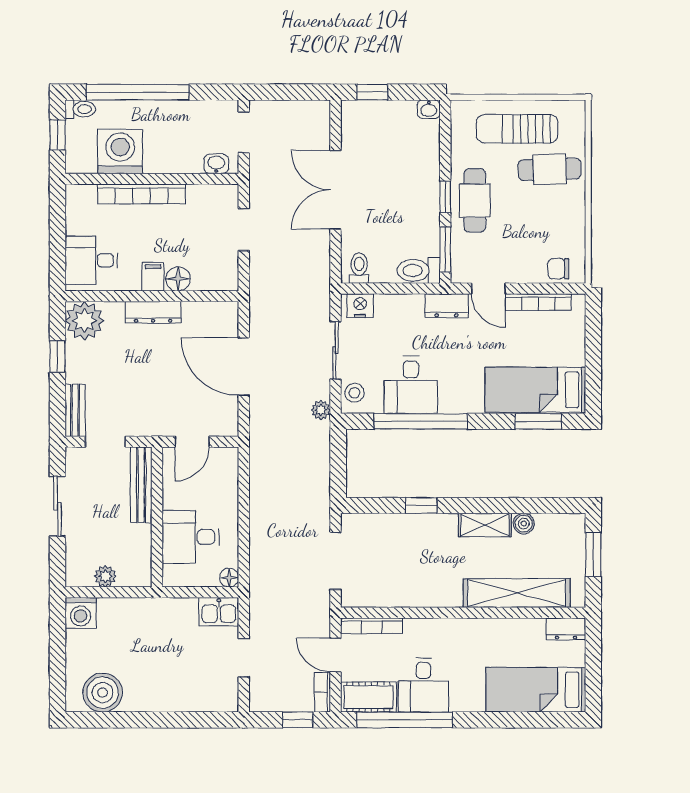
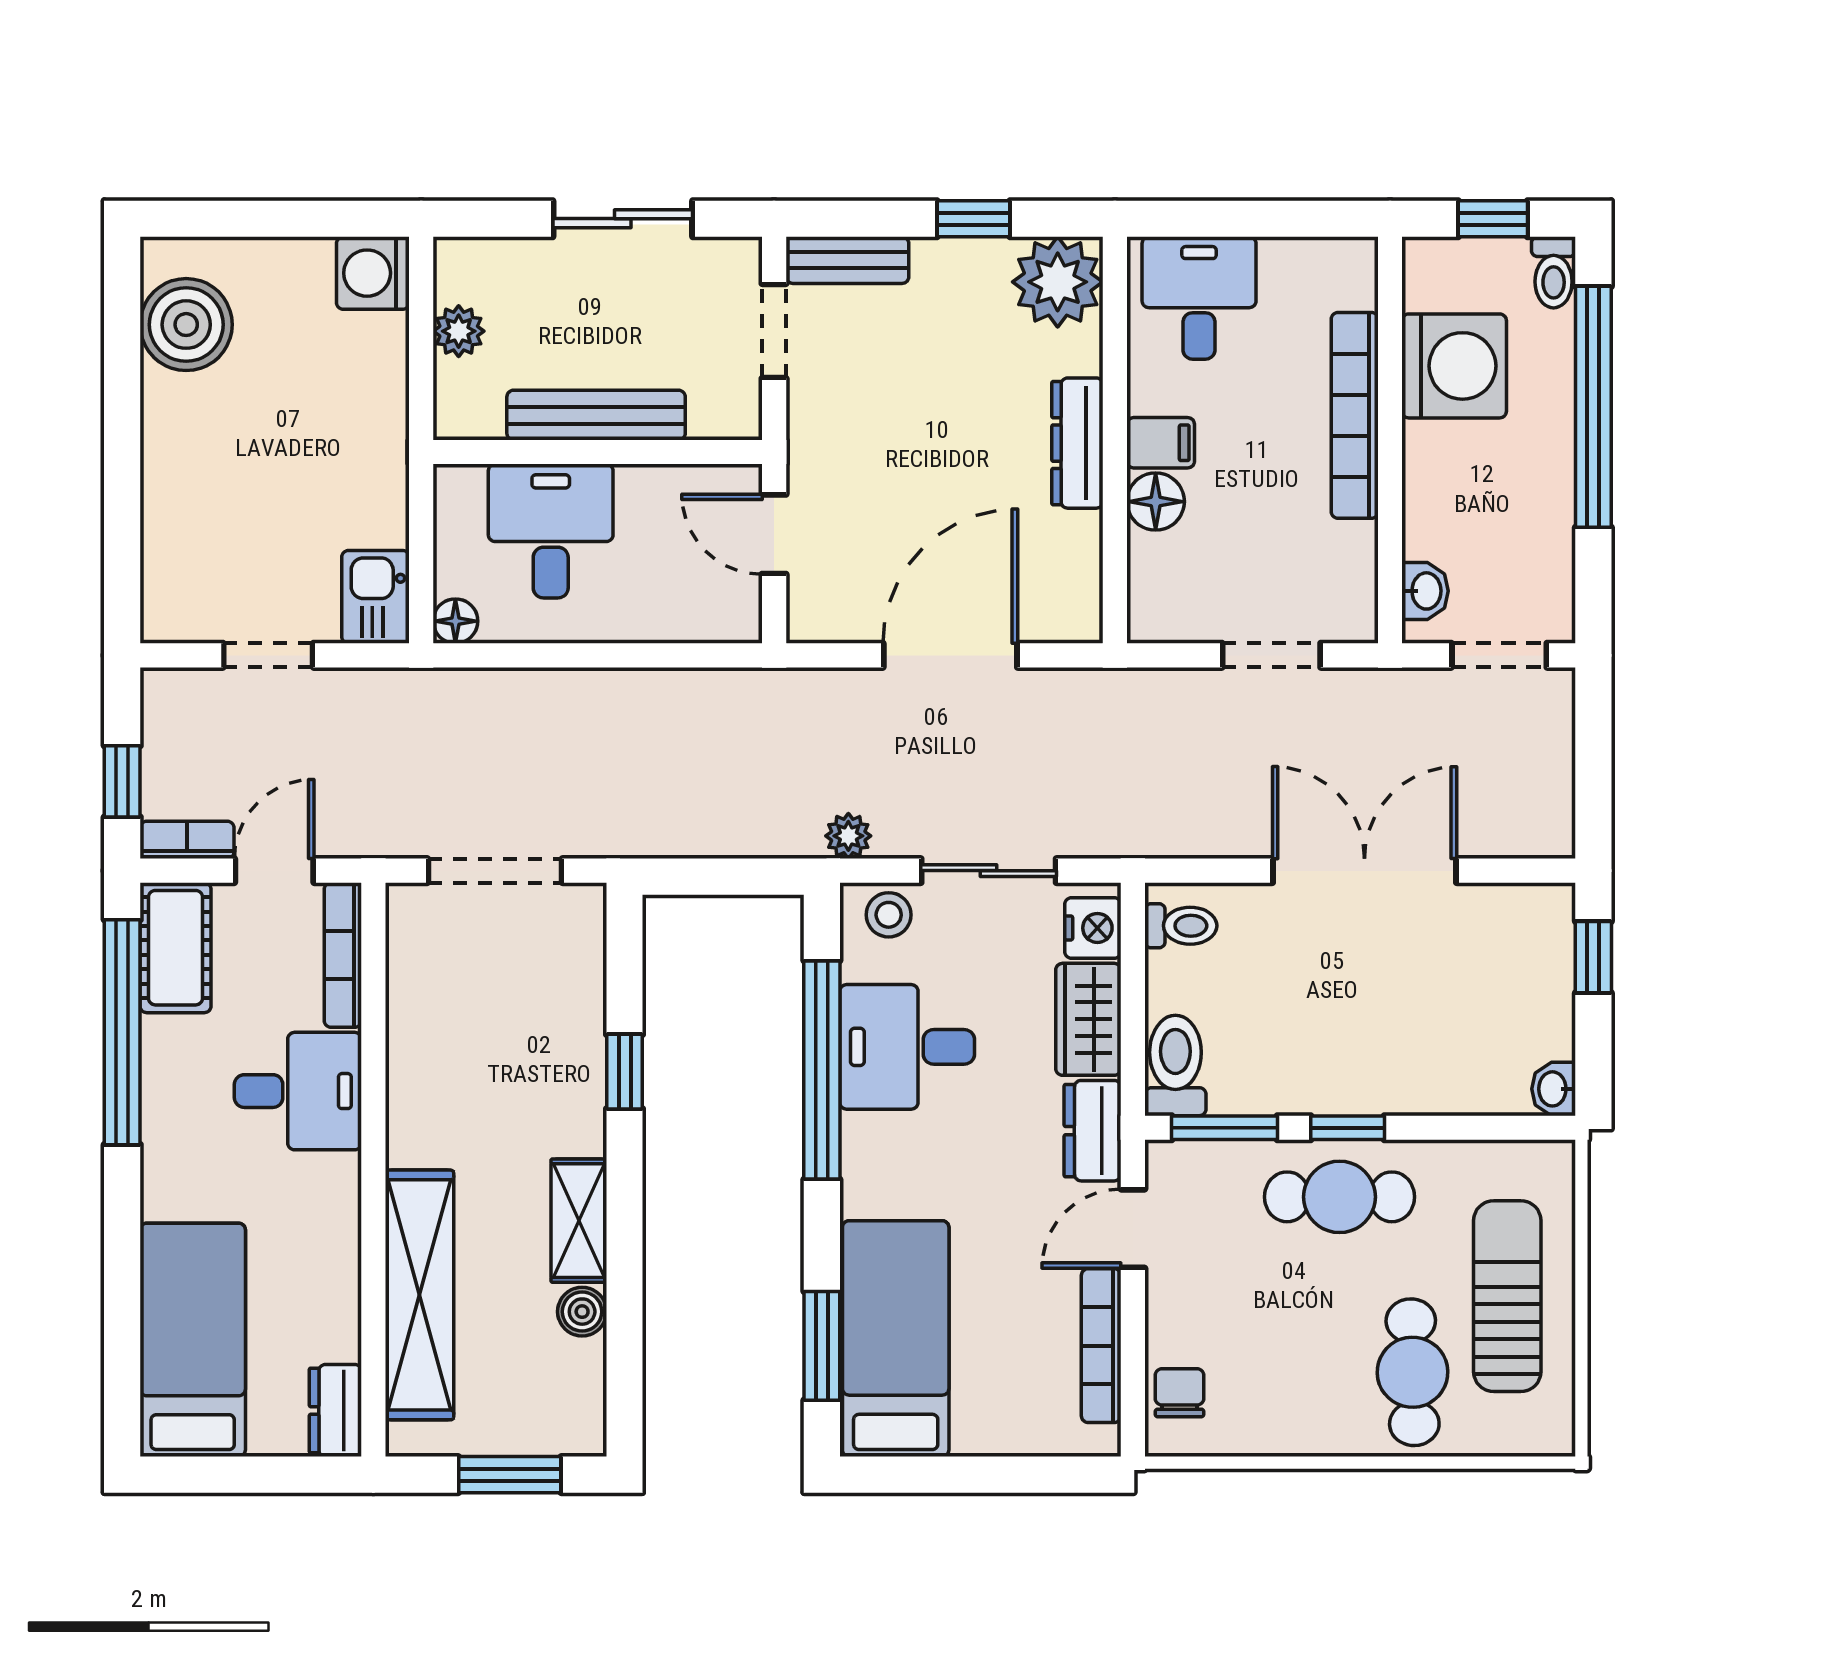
wardrobe: (399, 308) -> (1088, 1019), added
bench: (141, 485) -> (596, 415), moved
desk: (423, 685) -> (298, 1091), moved, turned 180

